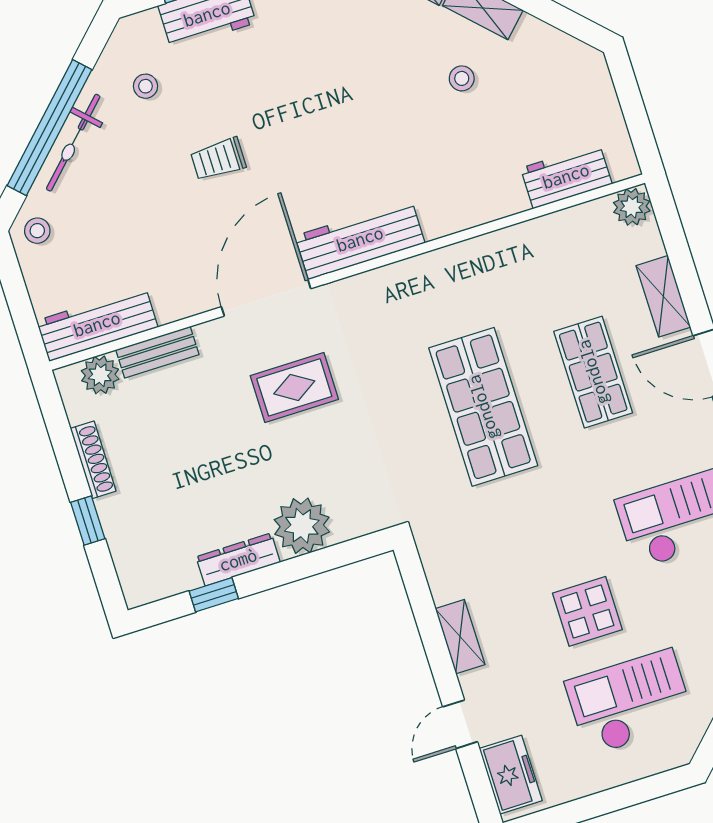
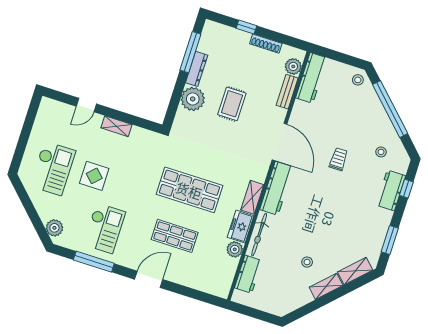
bicycle: (73, 143) -> (259, 234), moved, turned -135
plant: (632, 207) -> (235, 249), moved
shelving: (663, 296) -> (252, 197), moved, turned 90
rug: (294, 387) -> (232, 104), moved
window: (214, 595) -> (190, 52), width x2.17
door: (460, 724) -> (86, 105), swing flipped
freezer: (511, 775) -> (241, 227), moved, turned 90

